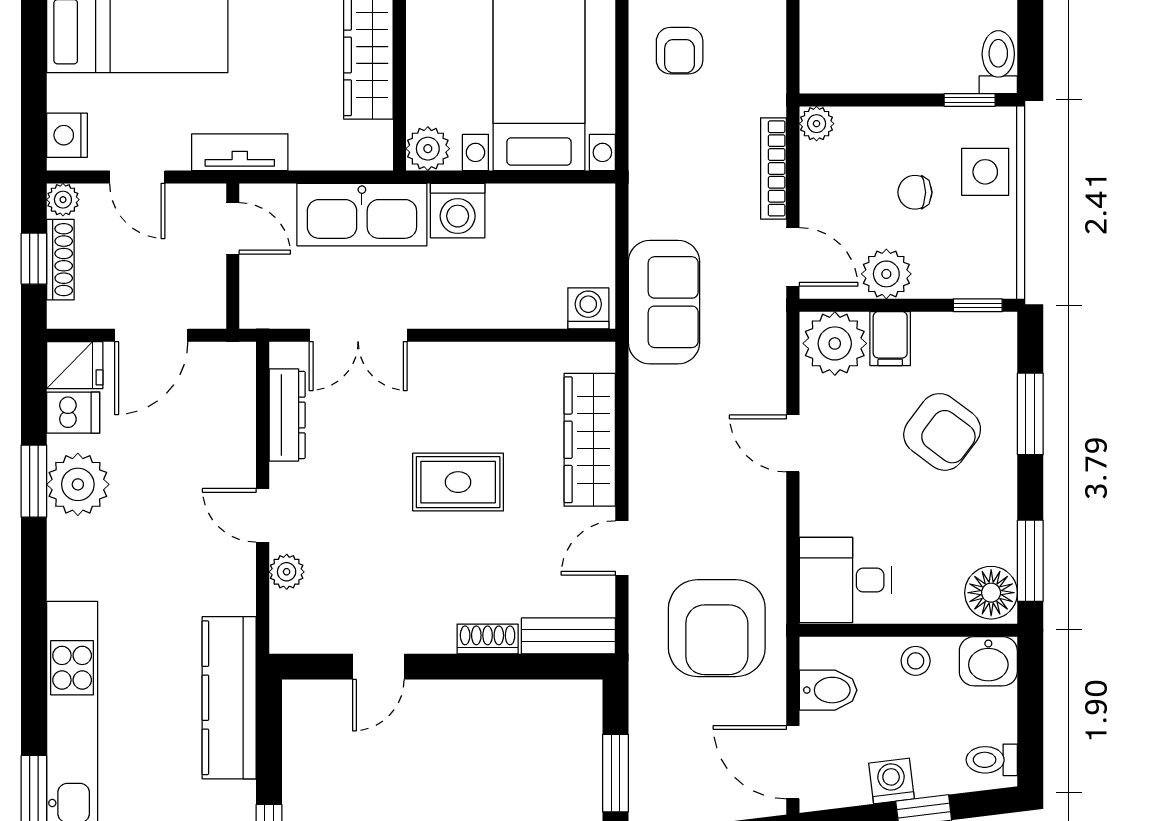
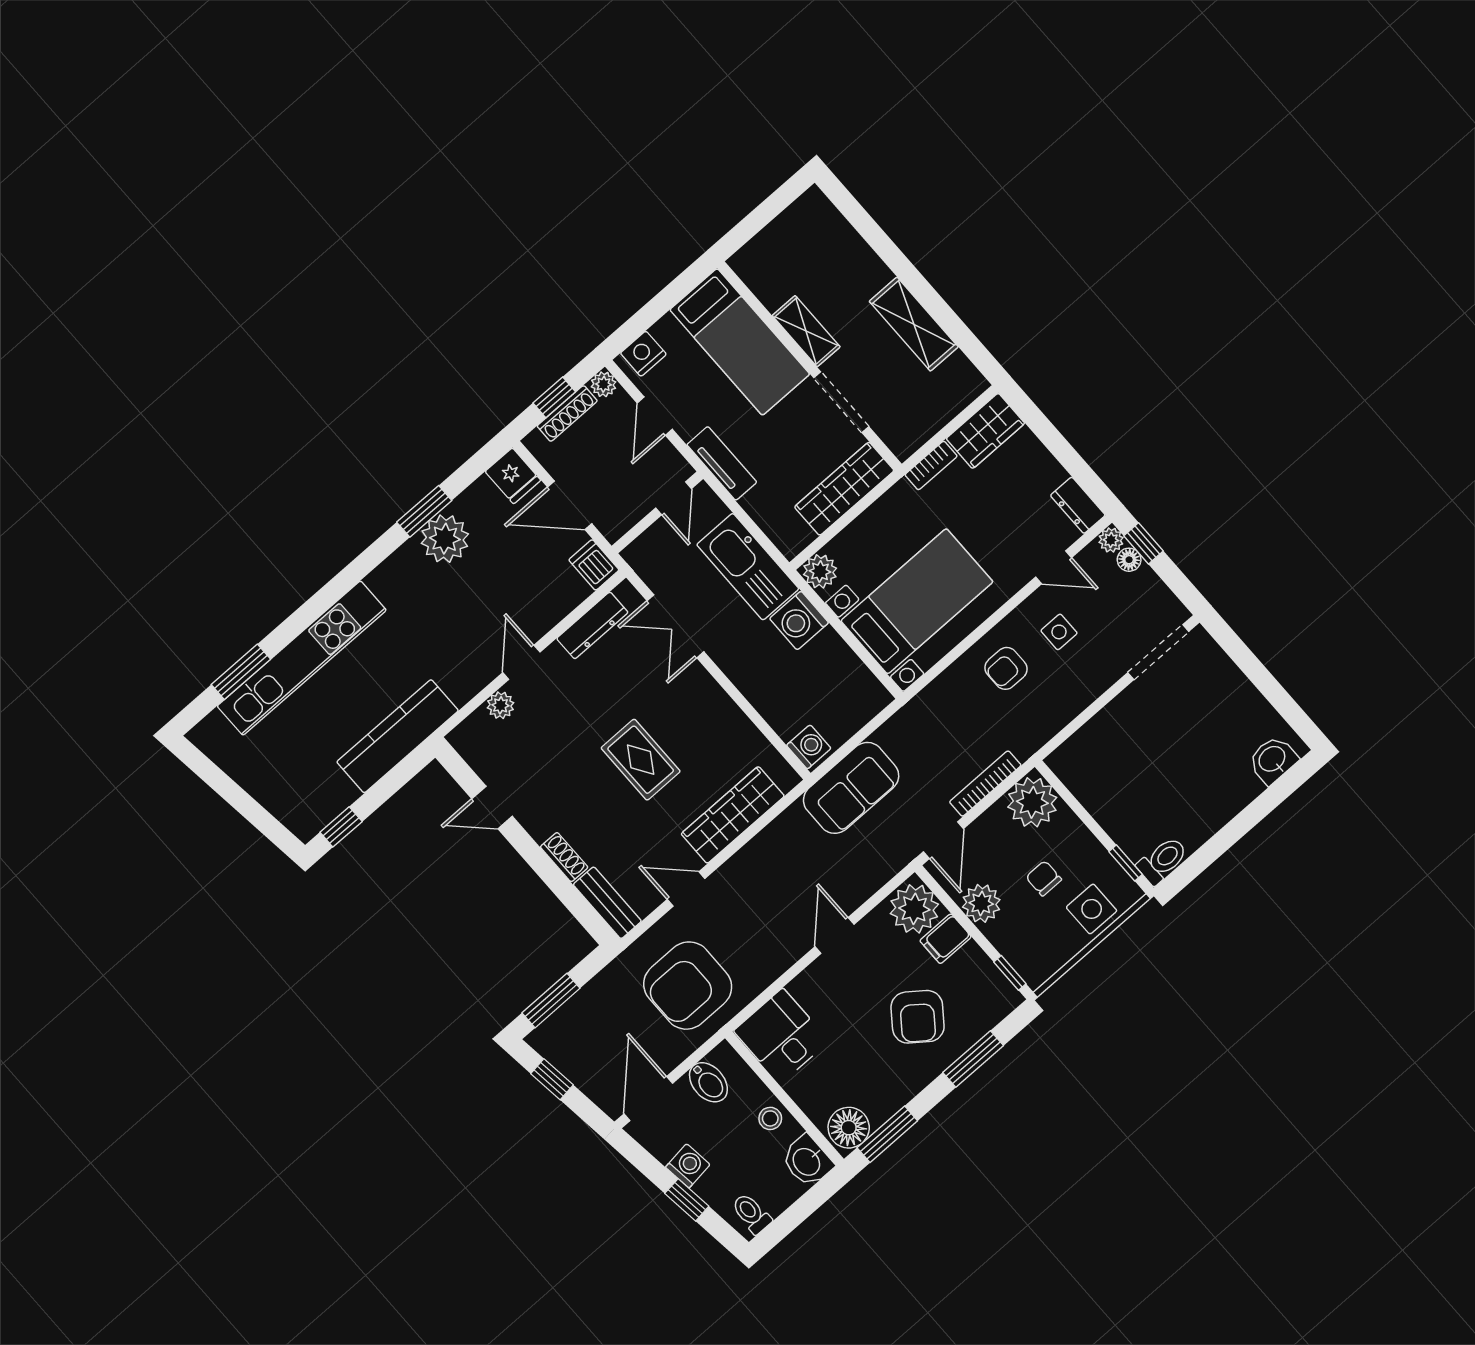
plant: (817, 124) -> (1032, 802), width x1.88, depth x1.88
dishwasher: (73, 413) -> (594, 565), moved, turned 180

